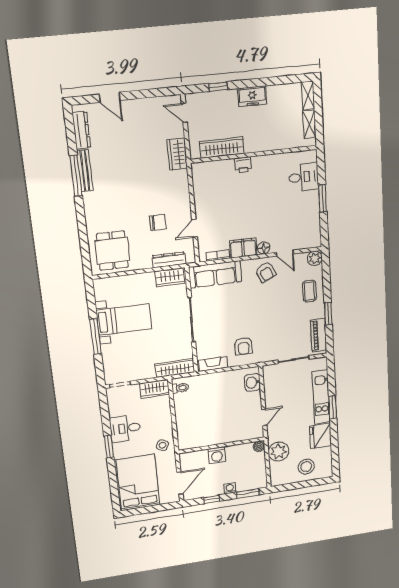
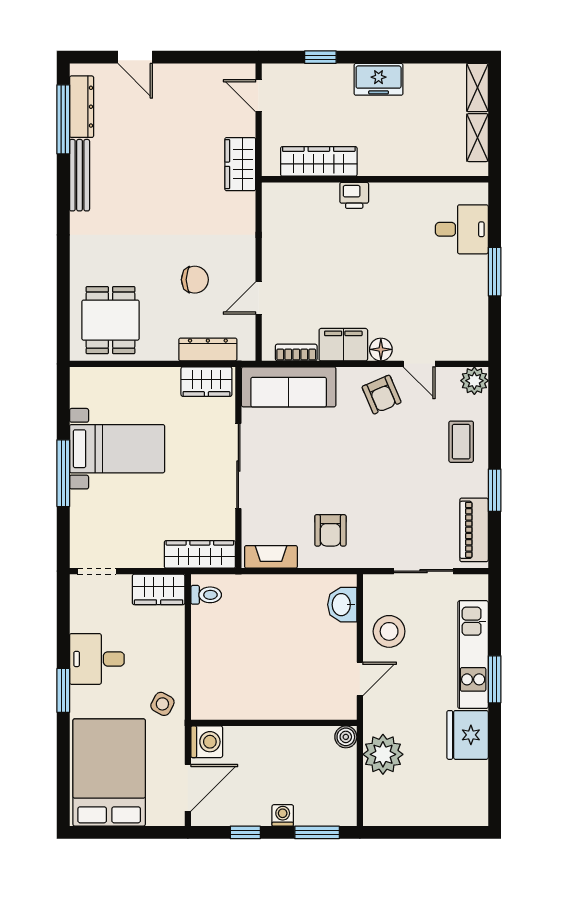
window: (76, 176) -> (63, 119), moved
washing machine: (217, 455) -> (207, 742), moved, turned -90
stool: (306, 467) -> (389, 631), moved

